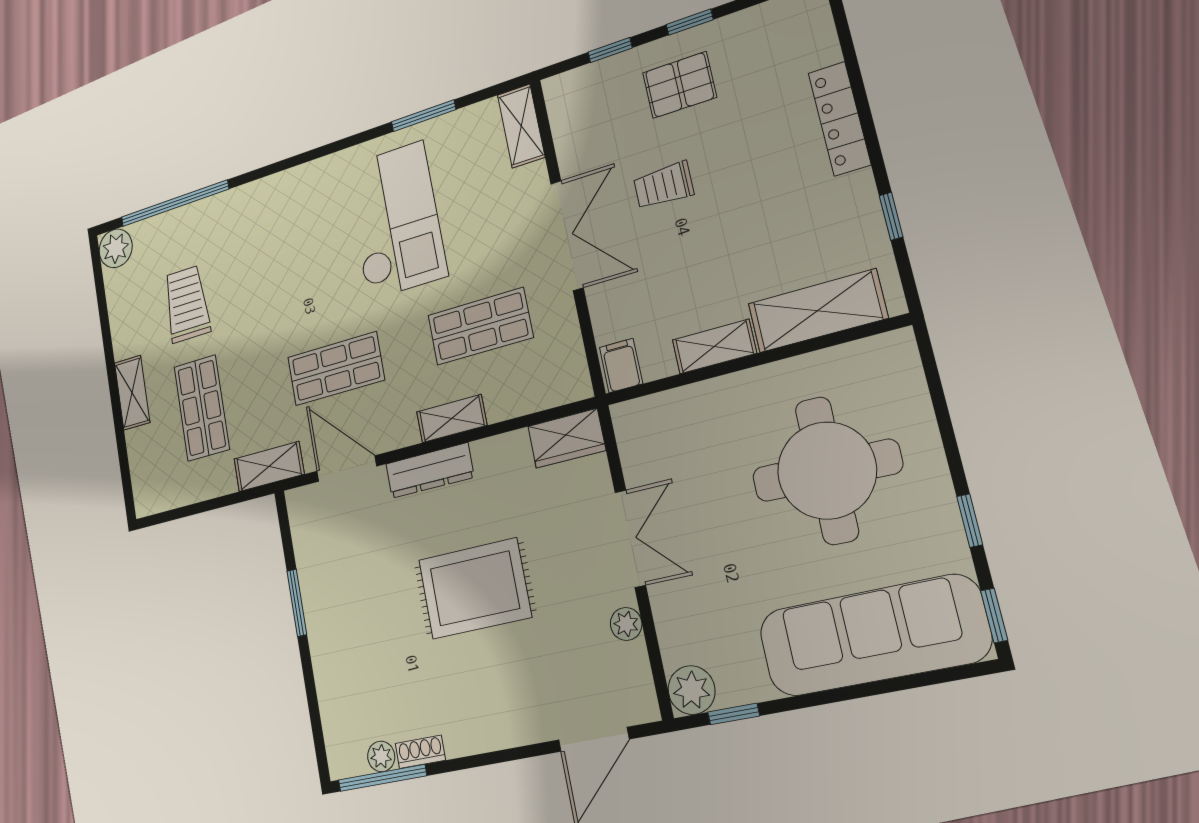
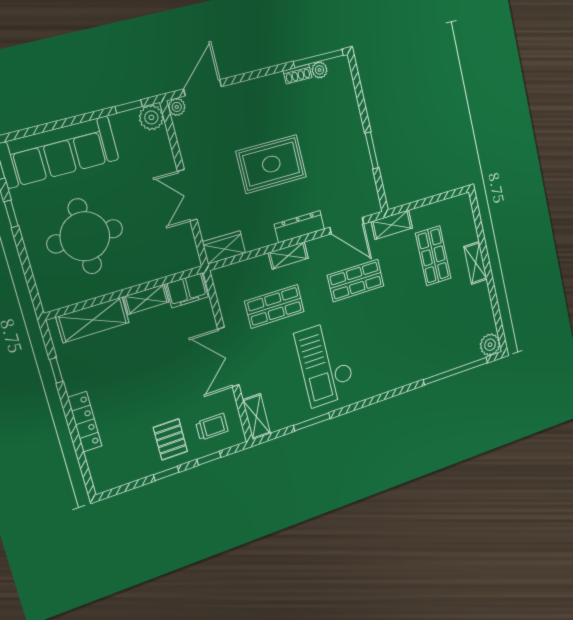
pallet: (680, 85) -> (170, 439), turned 90
trolley: (664, 185) -> (212, 427), moved
trolley: (187, 304) -> (445, 314), removed
filing cabinet: (621, 365) -> (187, 290), width x2.00
plant: (626, 624) -> (177, 107), moved

